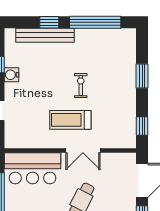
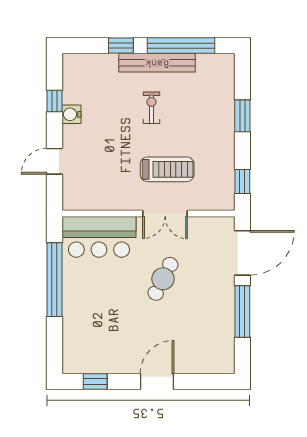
bench: (45, 35) -> (157, 63), moved
exercise bike: (81, 86) -> (151, 108), moved
treadmill: (70, 120) -> (167, 169), moved, turned 180

